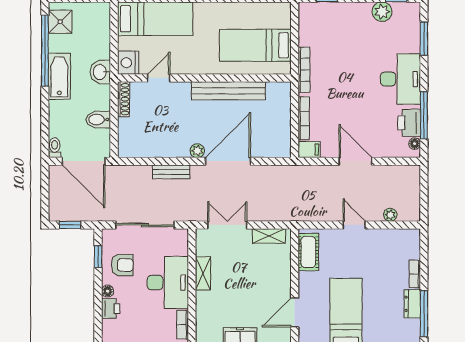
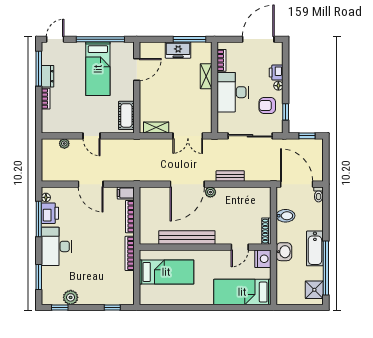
shelving: (203, 273) -> (206, 76), moved

